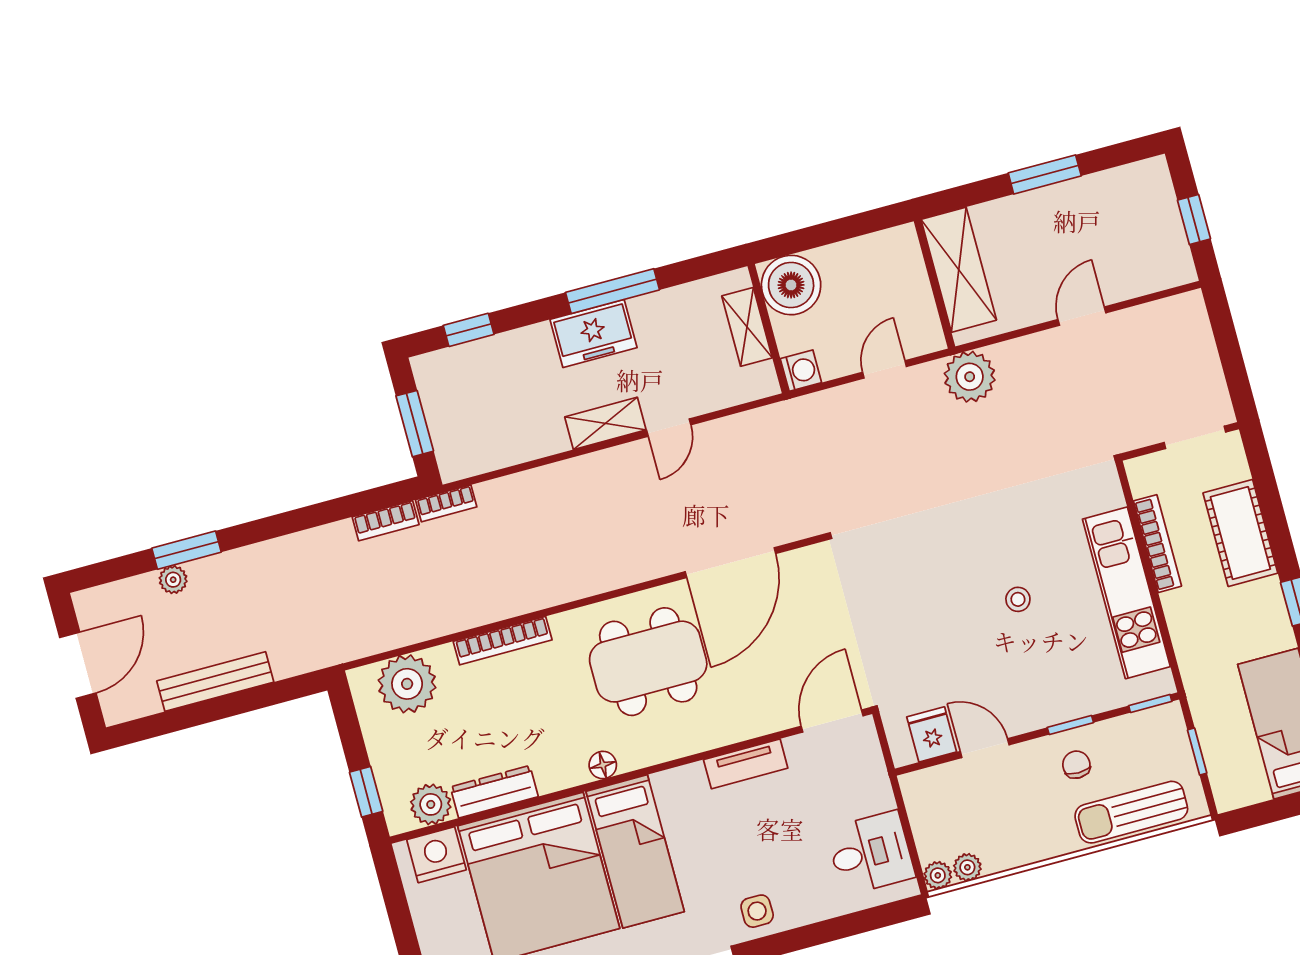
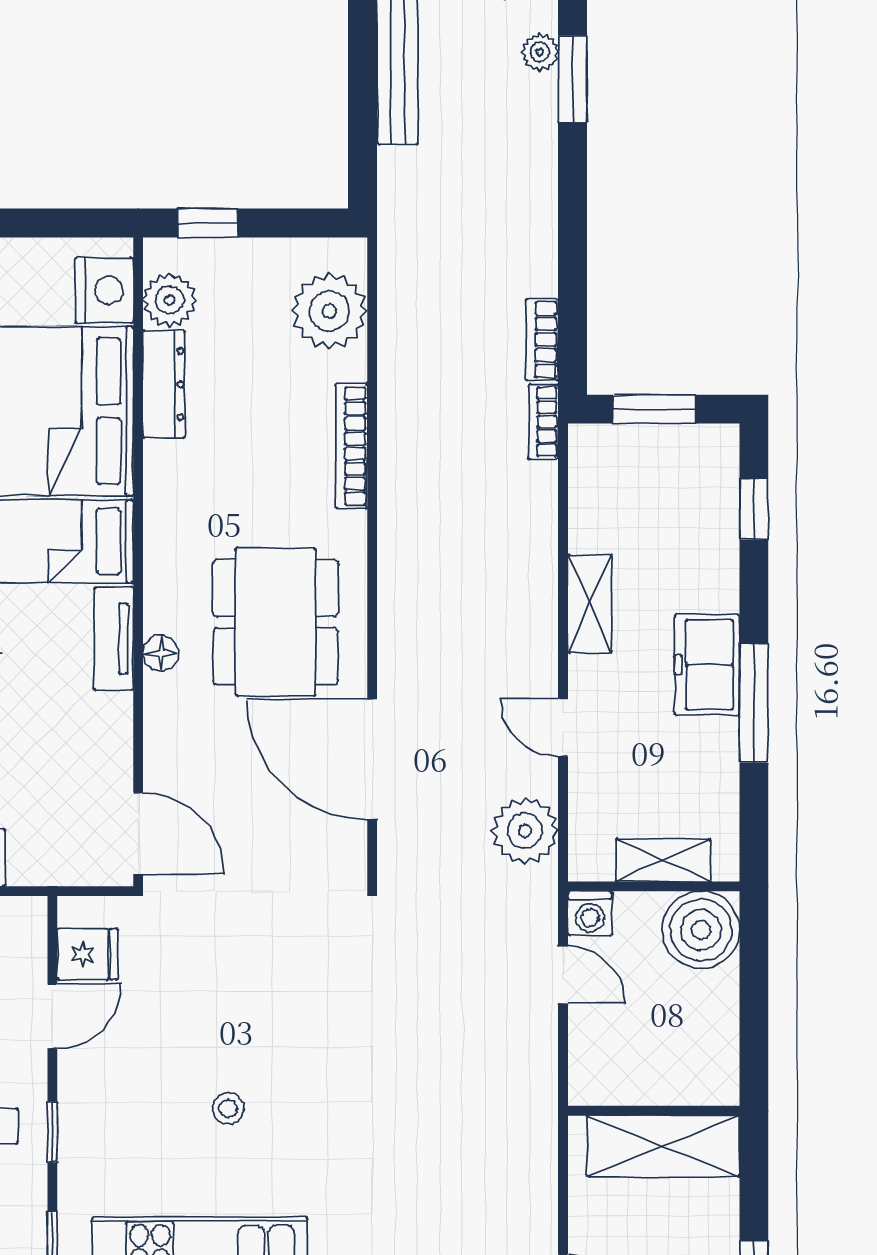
door: (885, 369) -> (563, 975), moved
plant: (970, 377) -> (525, 831), moved
shelving: (605, 423) -> (590, 604), moved
tv unit: (746, 764) -> (114, 639), moved
floor lamp: (603, 765) -> (161, 653), moved

